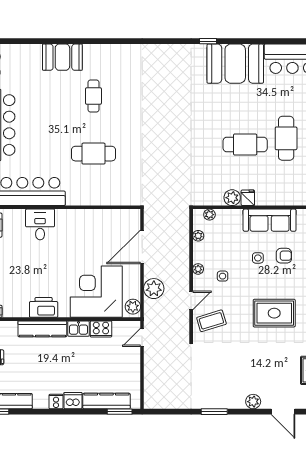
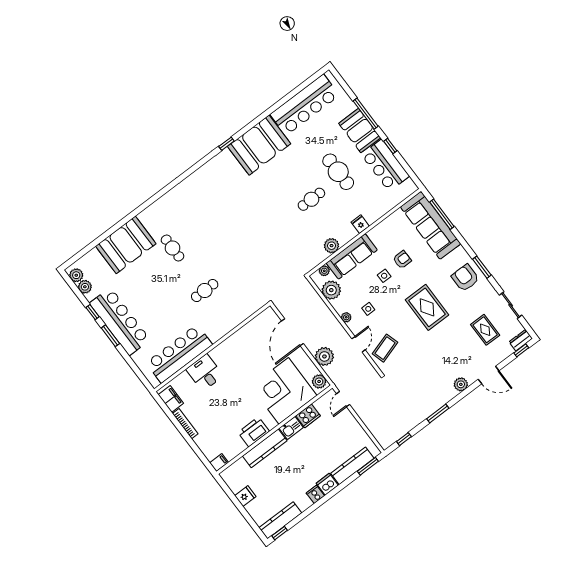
booth: (62, 57) -> (126, 245), width x1.36, depth x1.42
cafe table: (245, 145) -> (311, 199), width x0.73, depth x0.74
cafe table: (93, 154) -> (205, 291), width x0.73, depth x0.74
fridge: (248, 198) -> (360, 224), moved
sofa: (270, 220) -> (352, 256), moved
plant: (198, 236) -> (331, 290), width x1.88, depth x1.88
rug: (274, 313) -> (427, 307), turned 90
window: (168, 412) -> (404, 439), added

